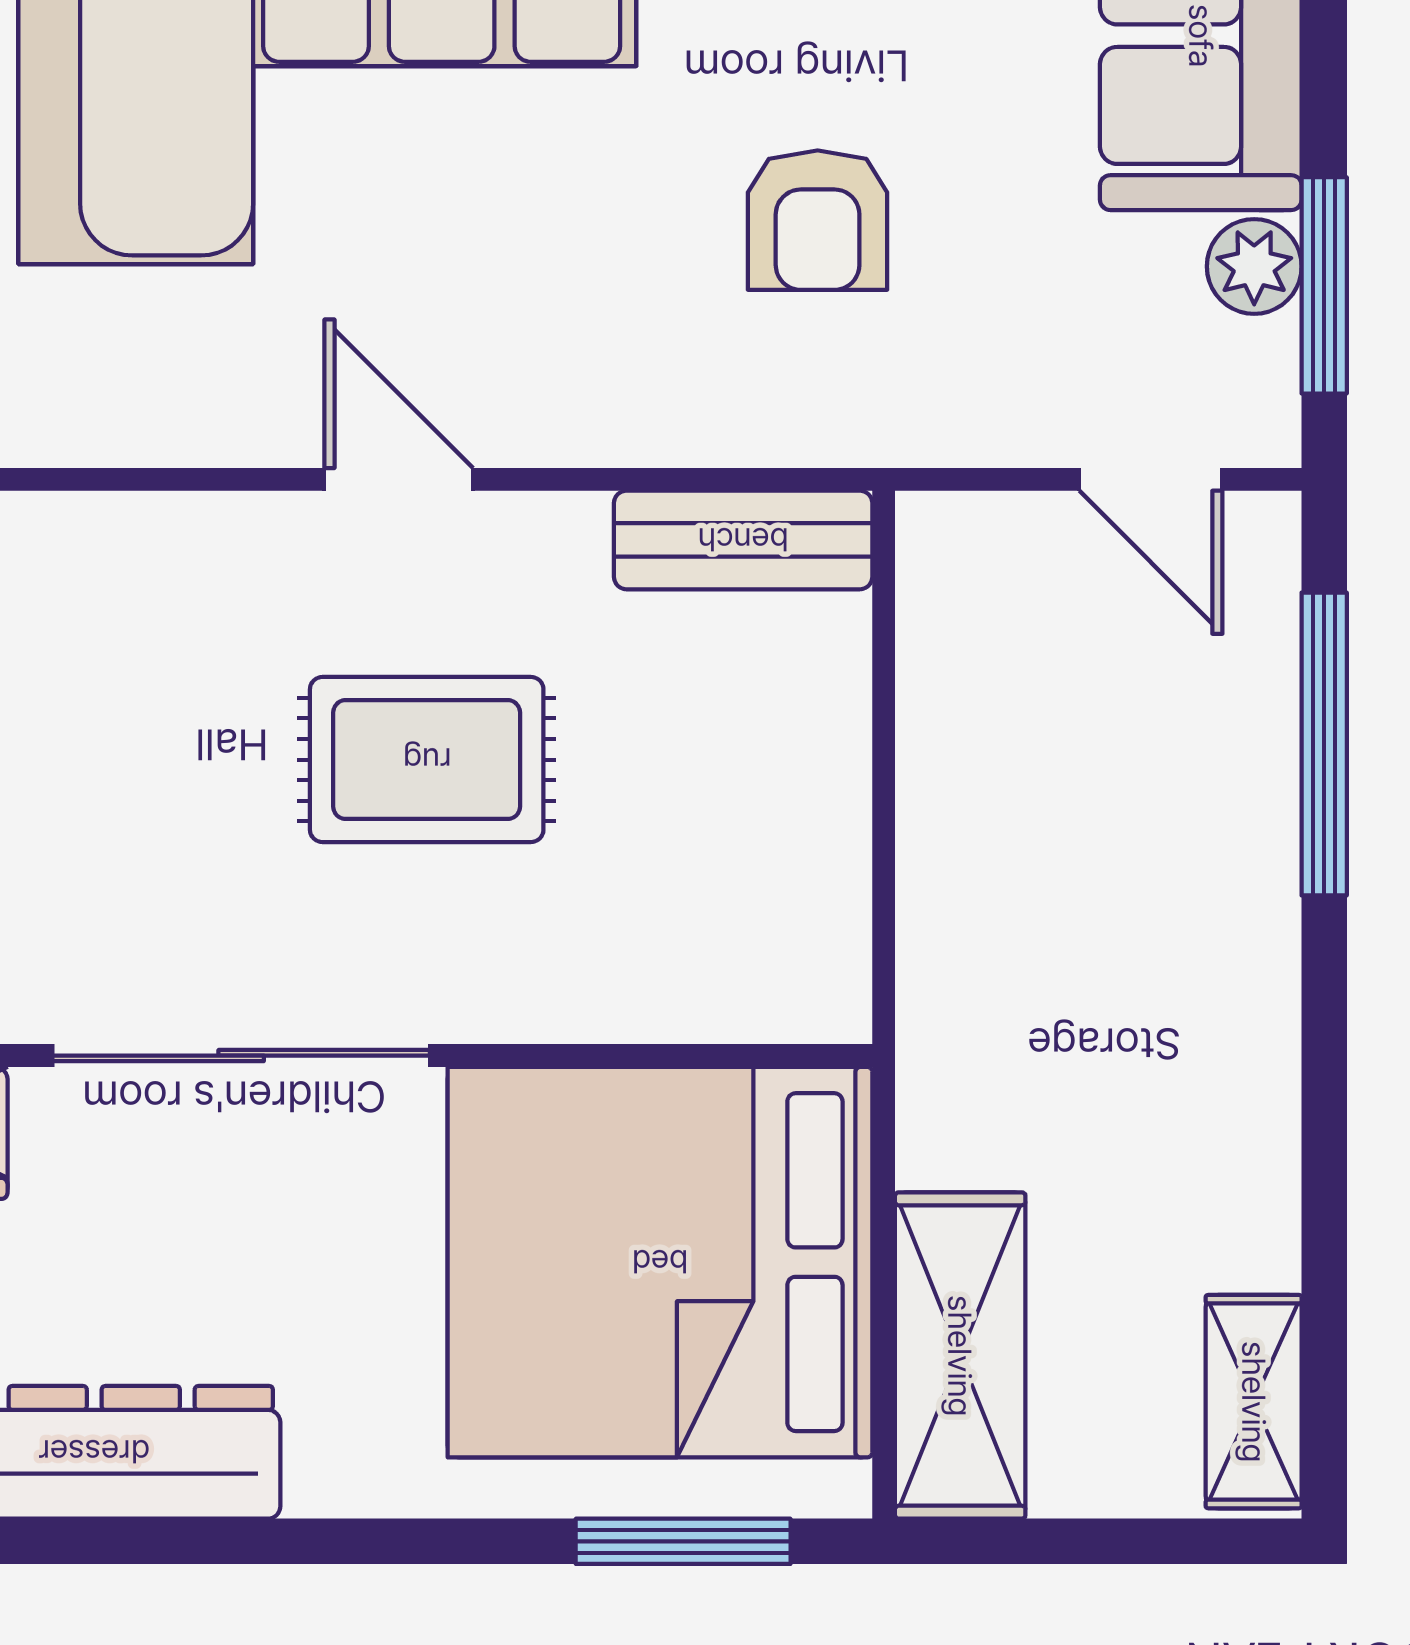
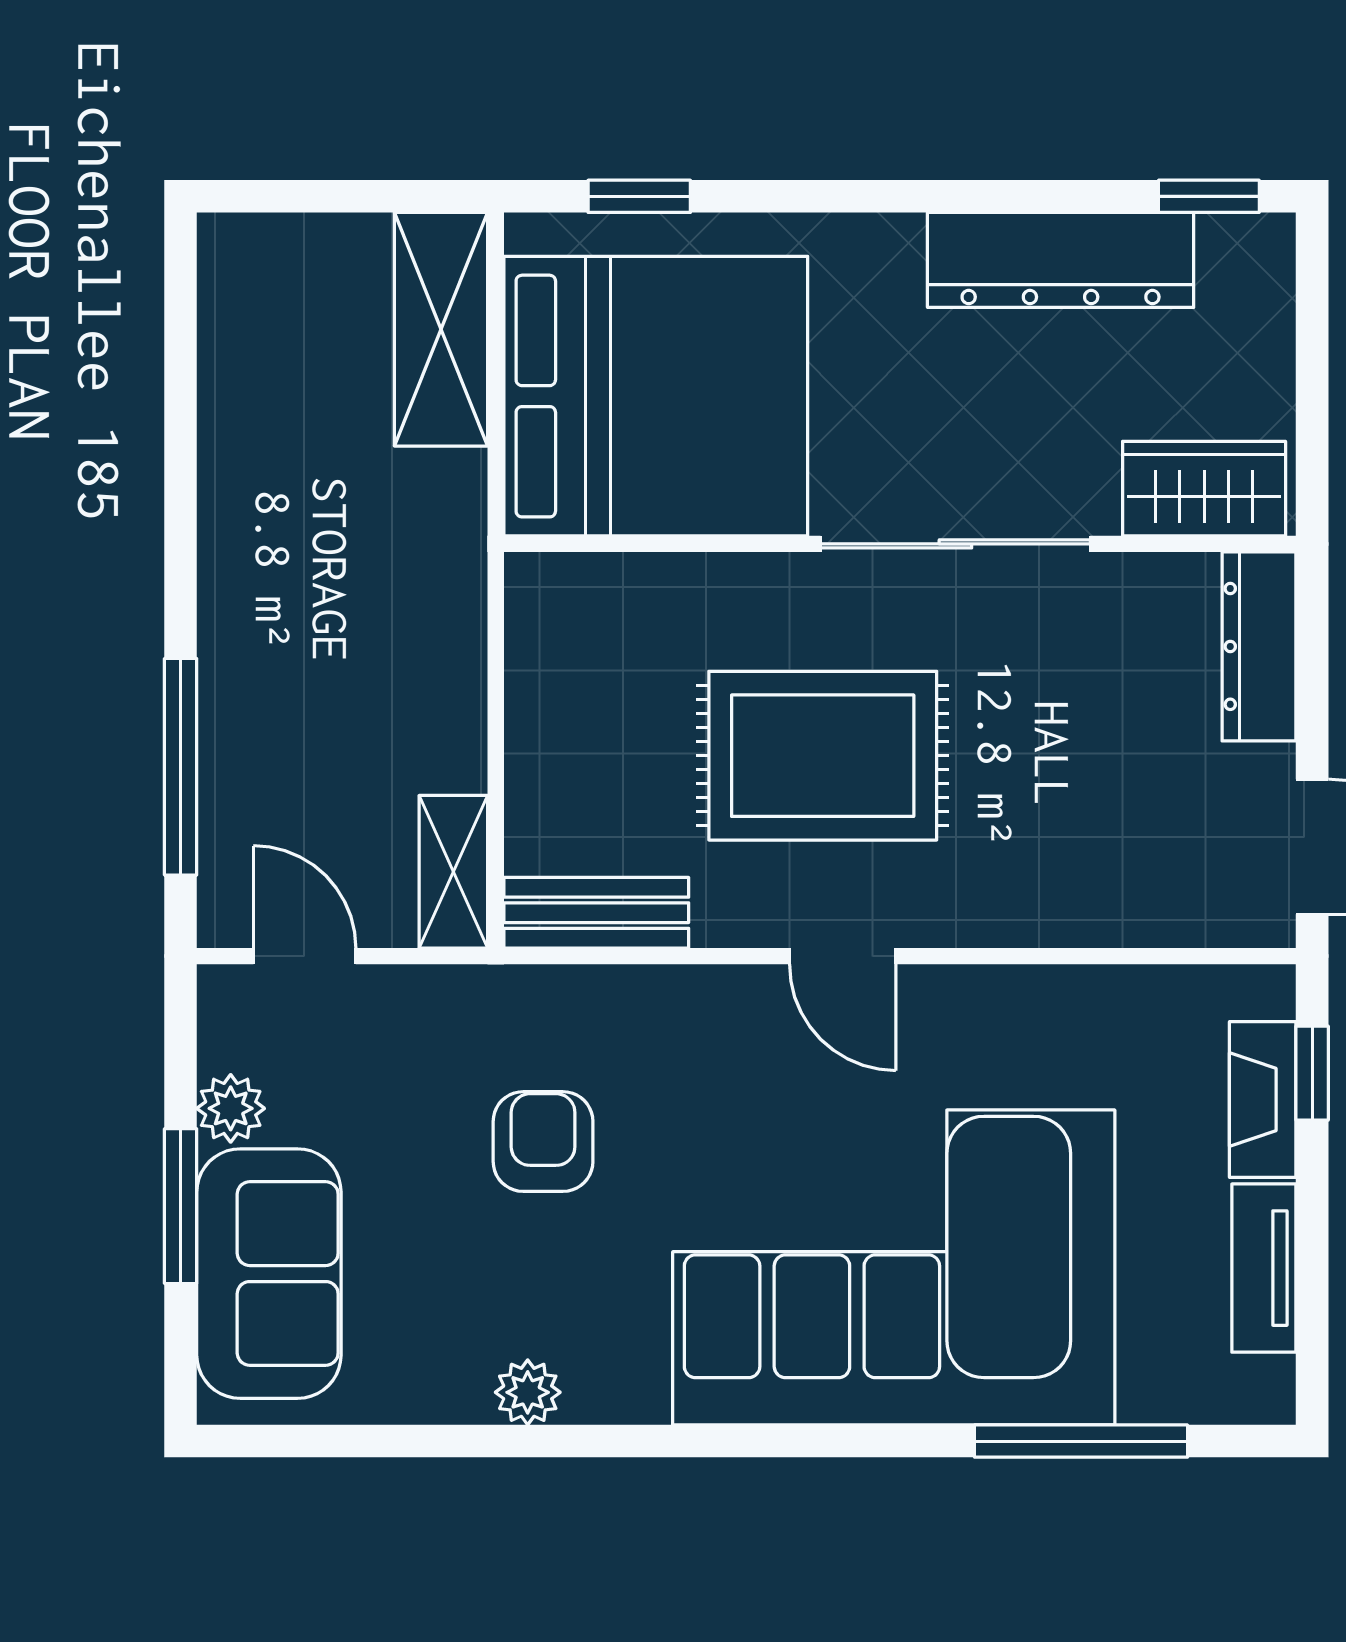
window: (1324, 285) -> (181, 1206), moved
rug: (427, 760) -> (823, 756), width x1.36, depth x1.43
shelving: (1254, 1402) -> (453, 872), moved
window: (683, 1541) -> (639, 196), width x0.67

